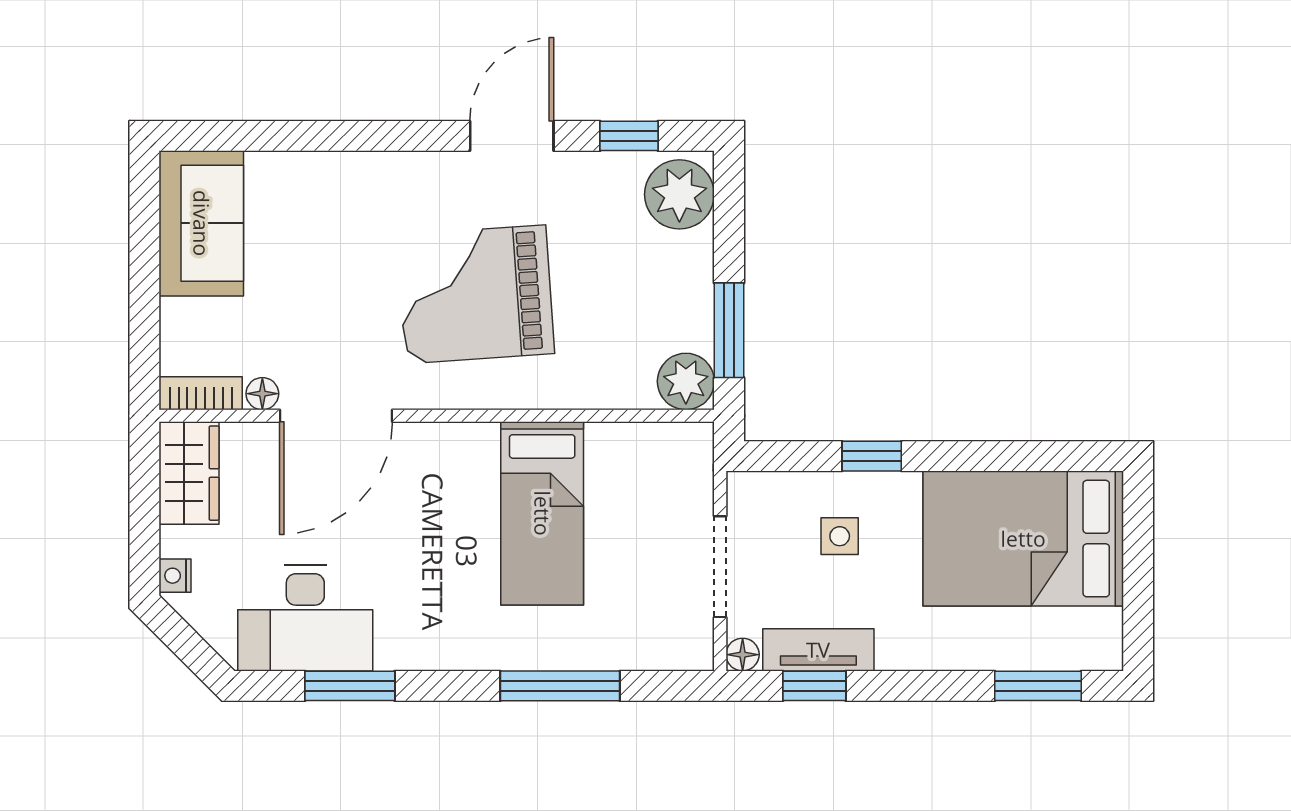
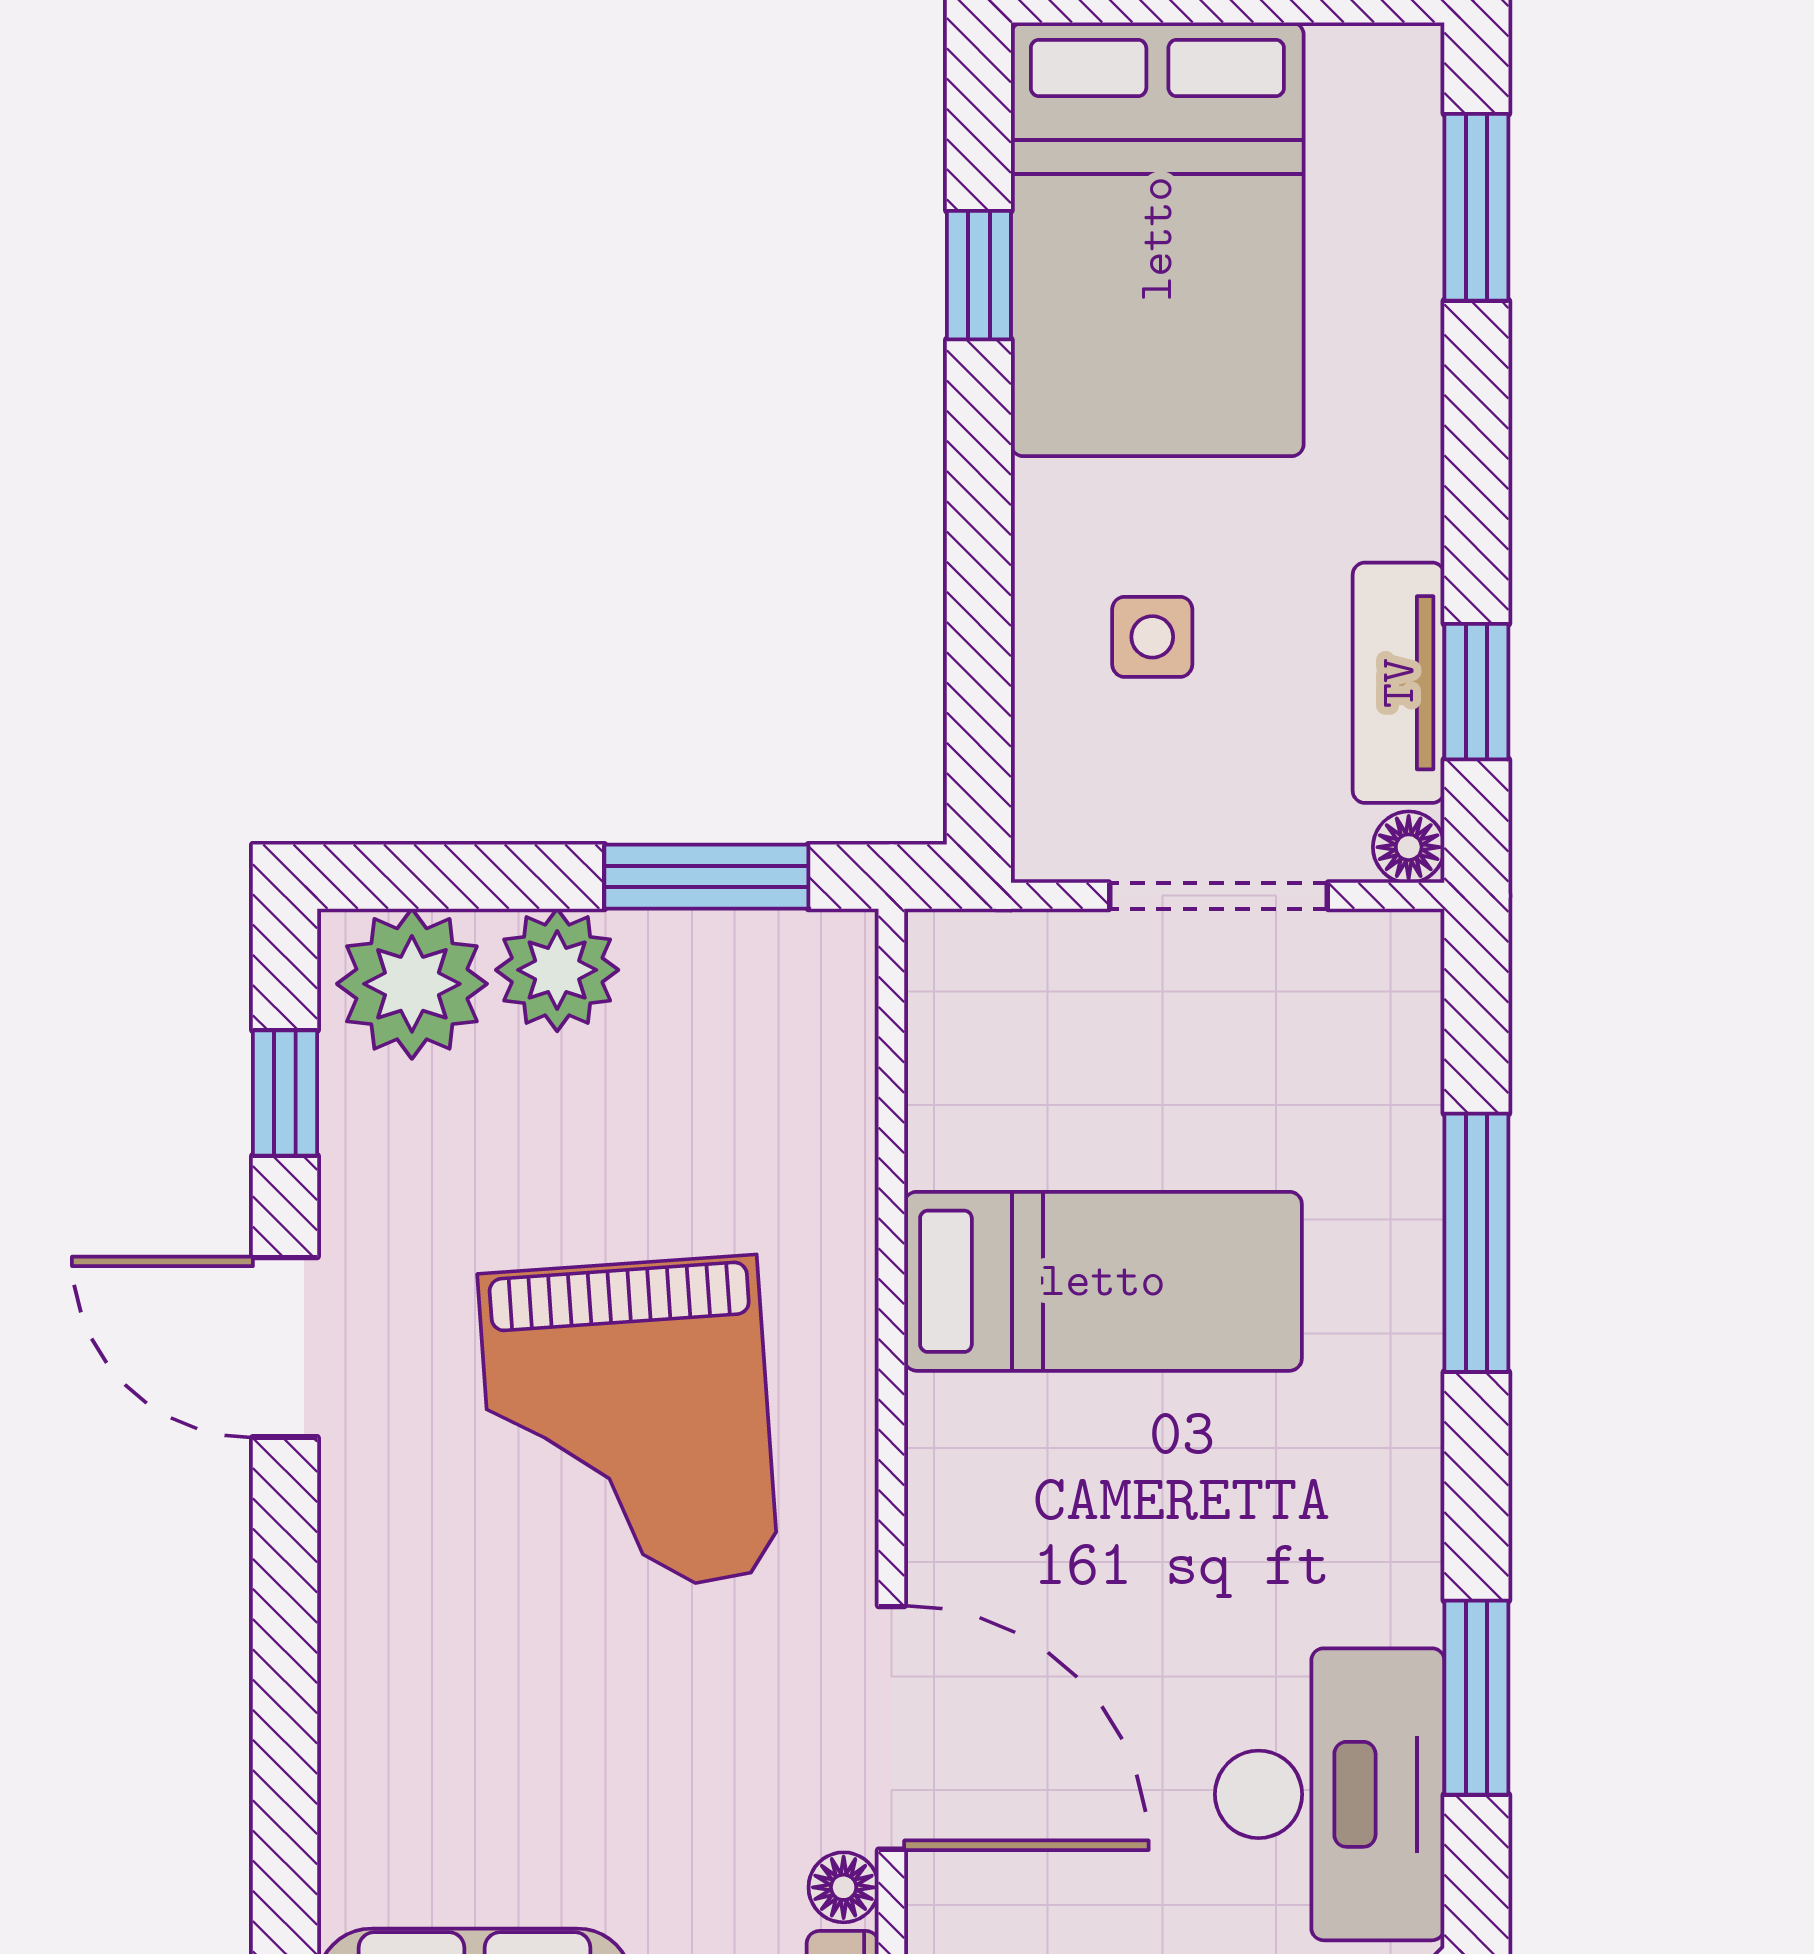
plant: (686, 381) -> (557, 970), moved
window: (872, 456) -> (979, 275), moved

